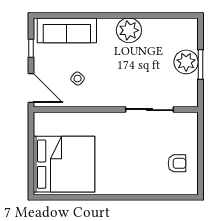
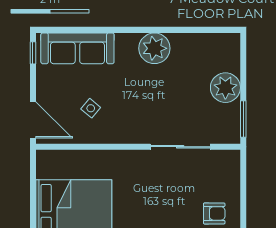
window: (31, 48) -> (33, 53), moved
window: (200, 65) -> (243, 119), moved

